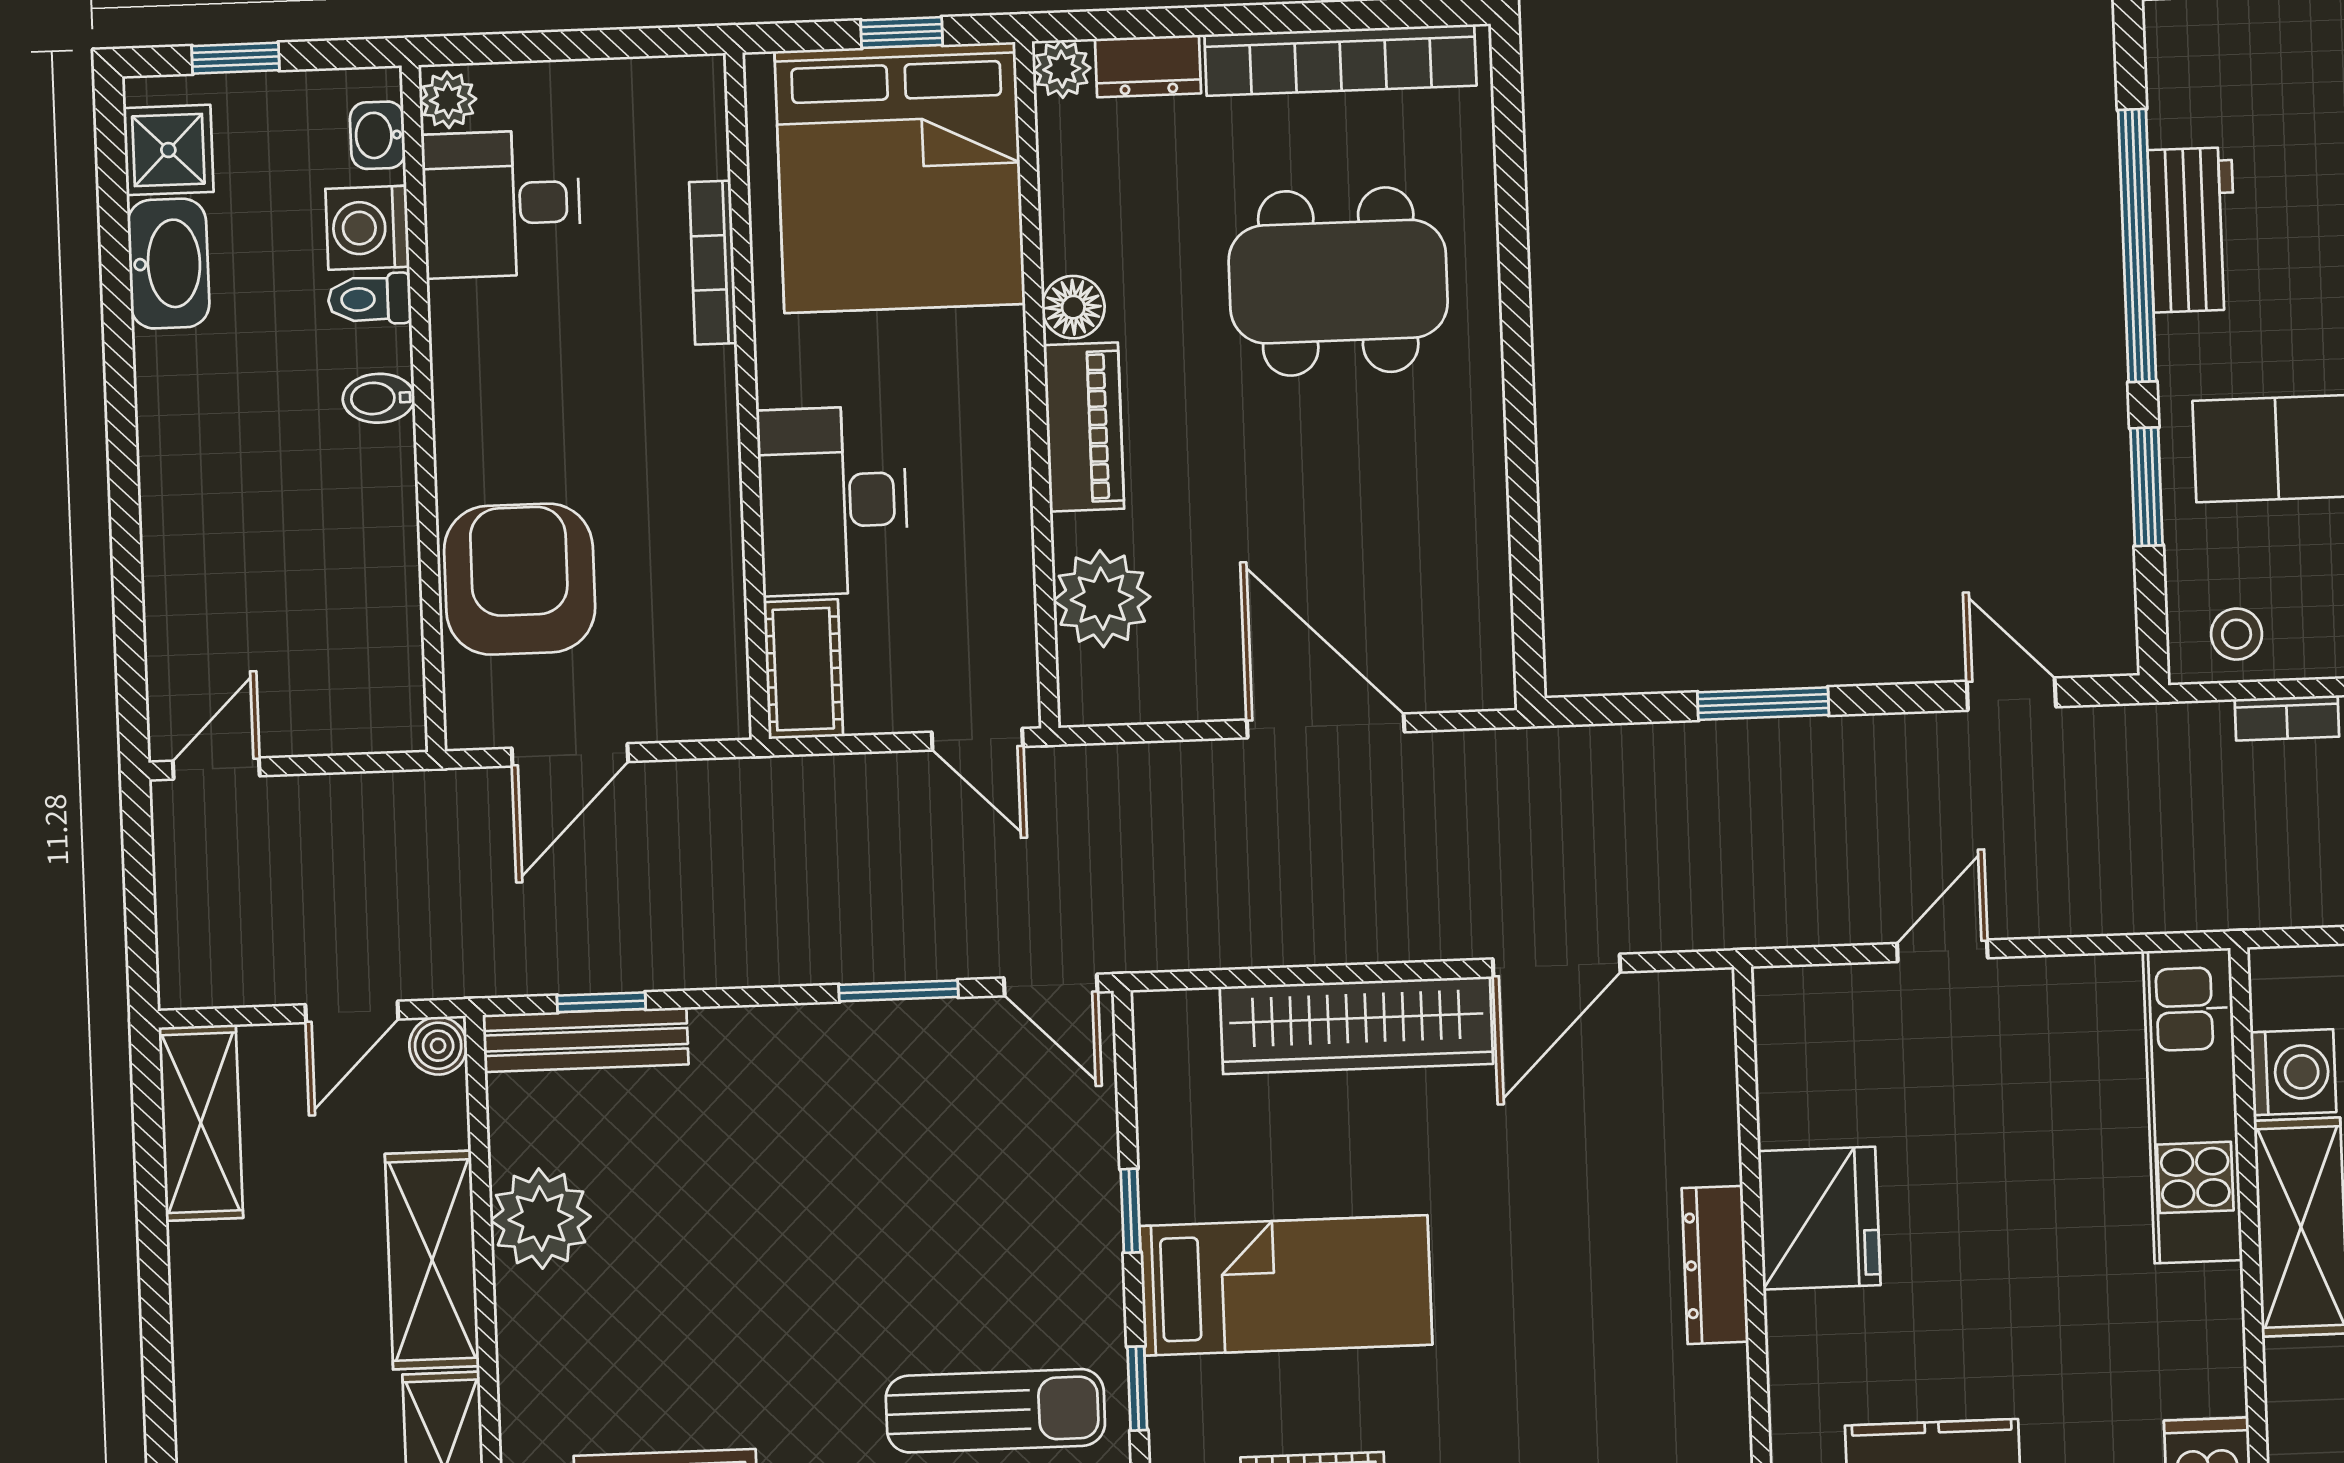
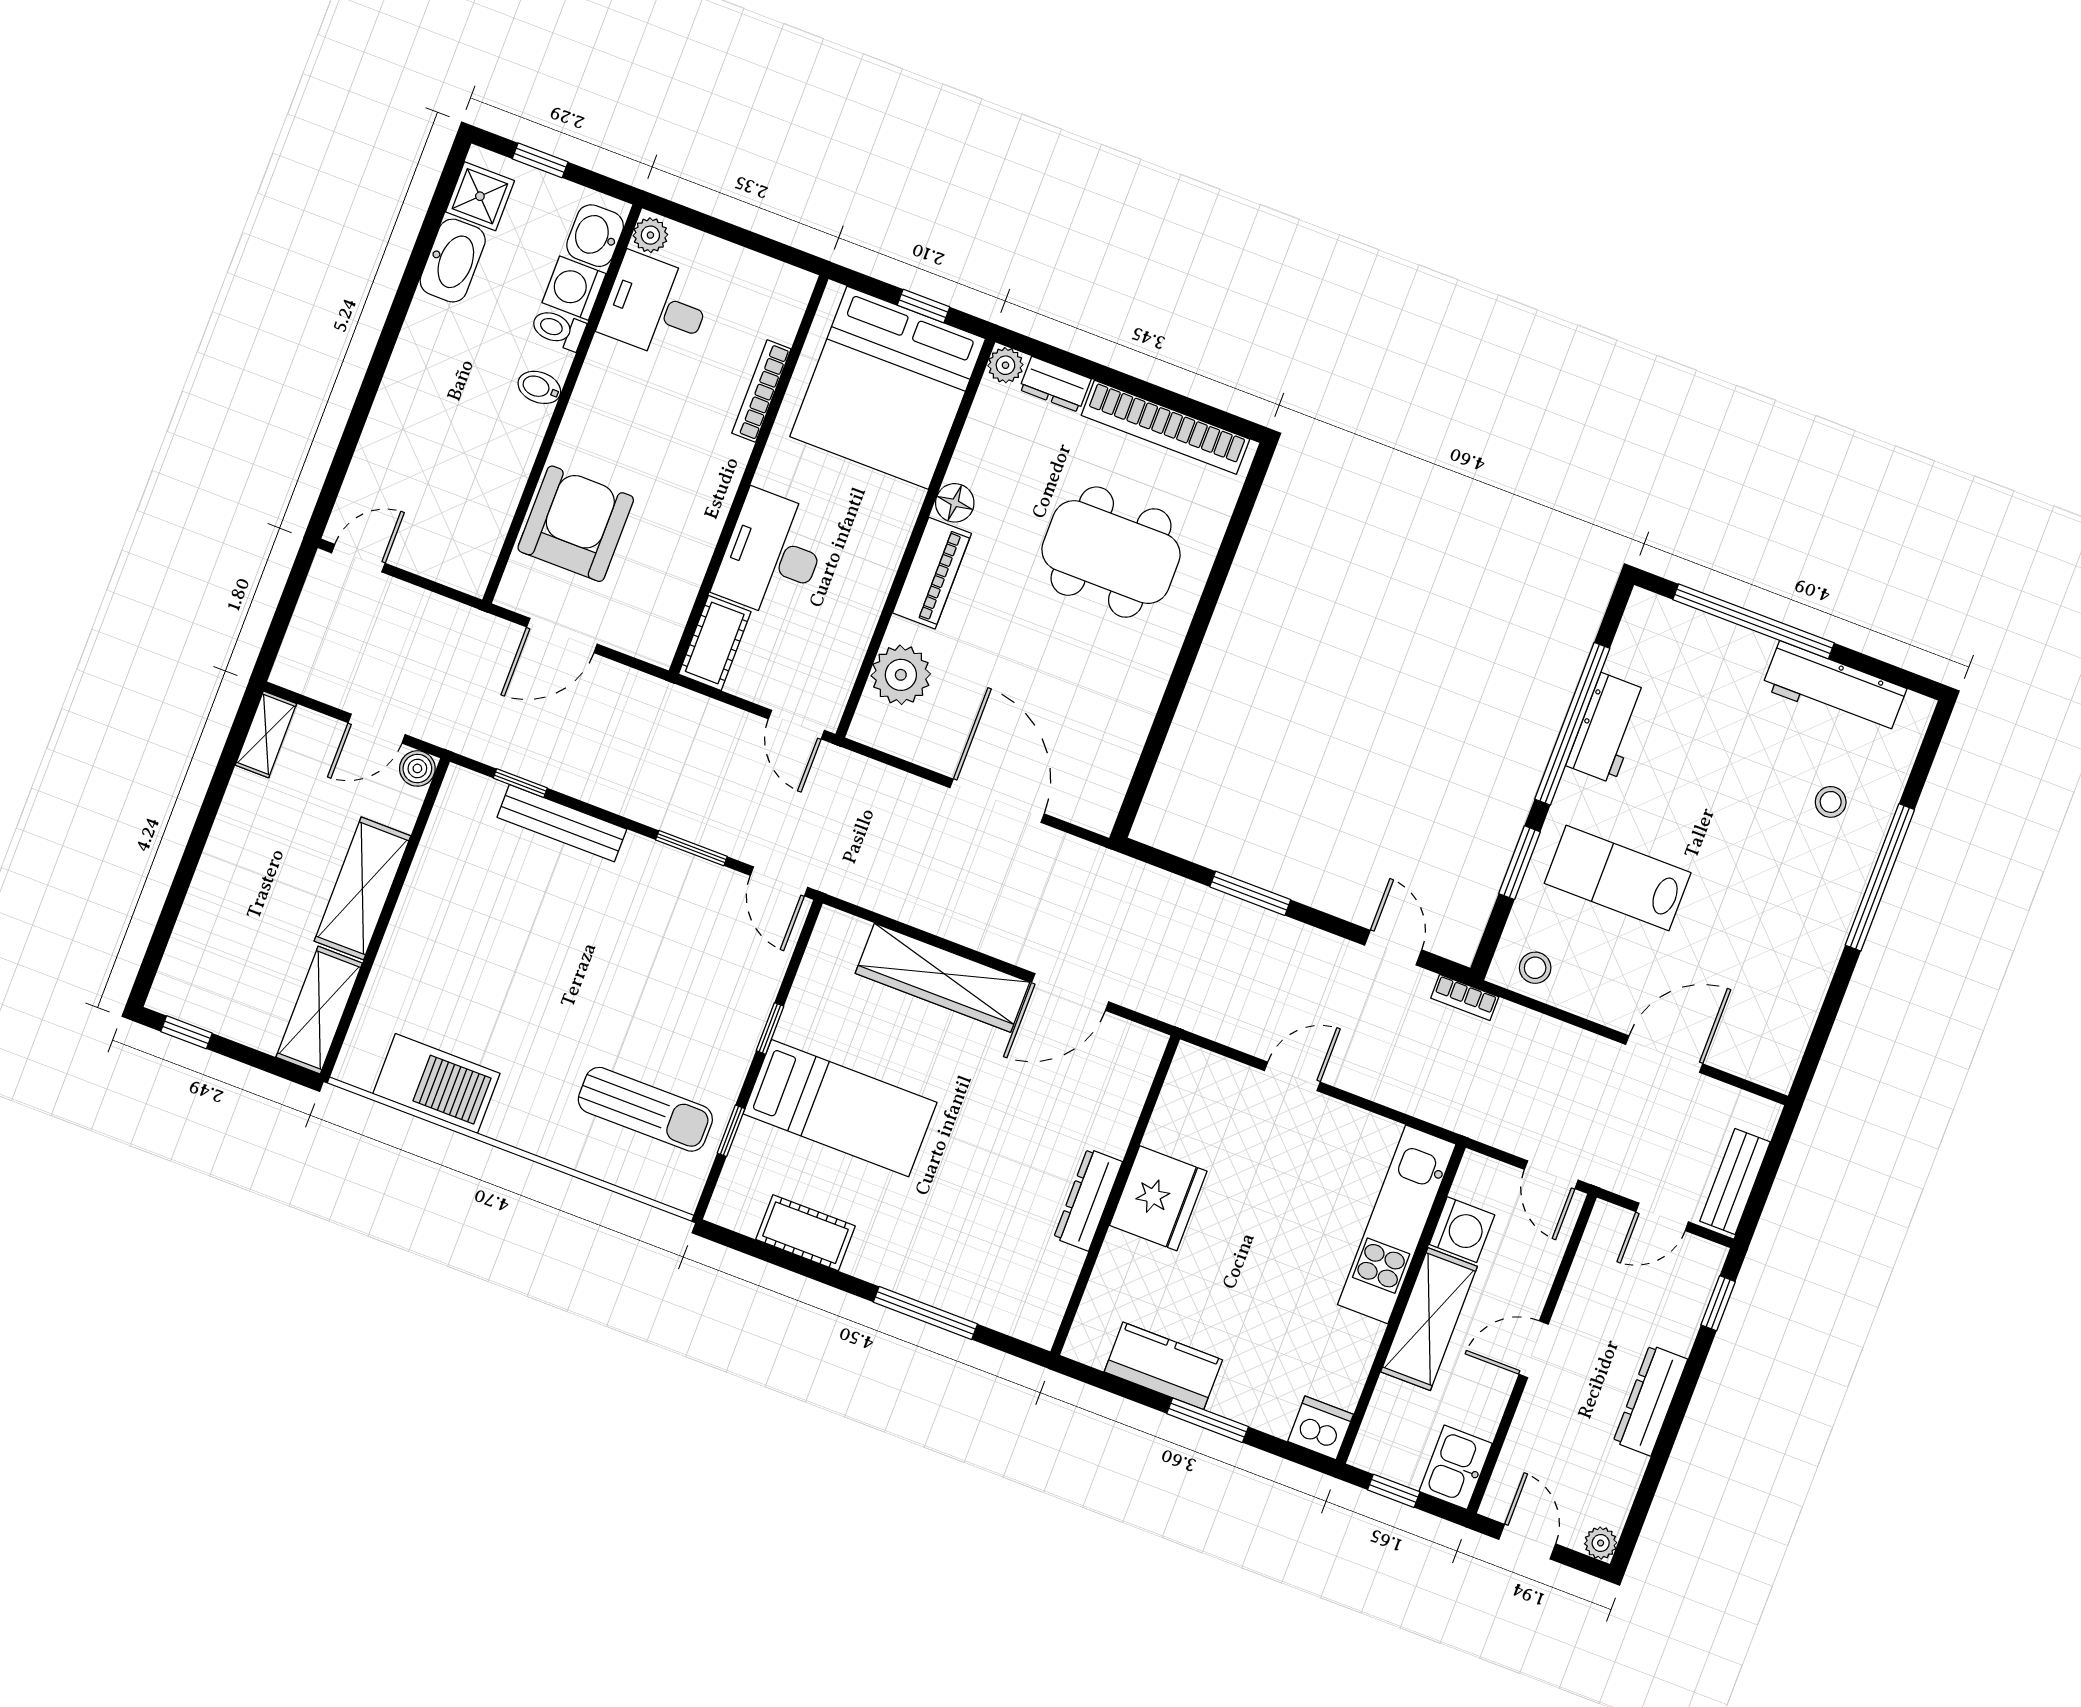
washbasin: (378, 135) -> (595, 236), width x1.38, depth x1.45
bookcase: (2287, 718) -> (1465, 997), moved
bench: (585, 1040) -> (562, 823), moved
shelving: (201, 1123) -> (266, 734), width x0.67, depth x0.75
plant: (541, 1219) -> (434, 891), removed

